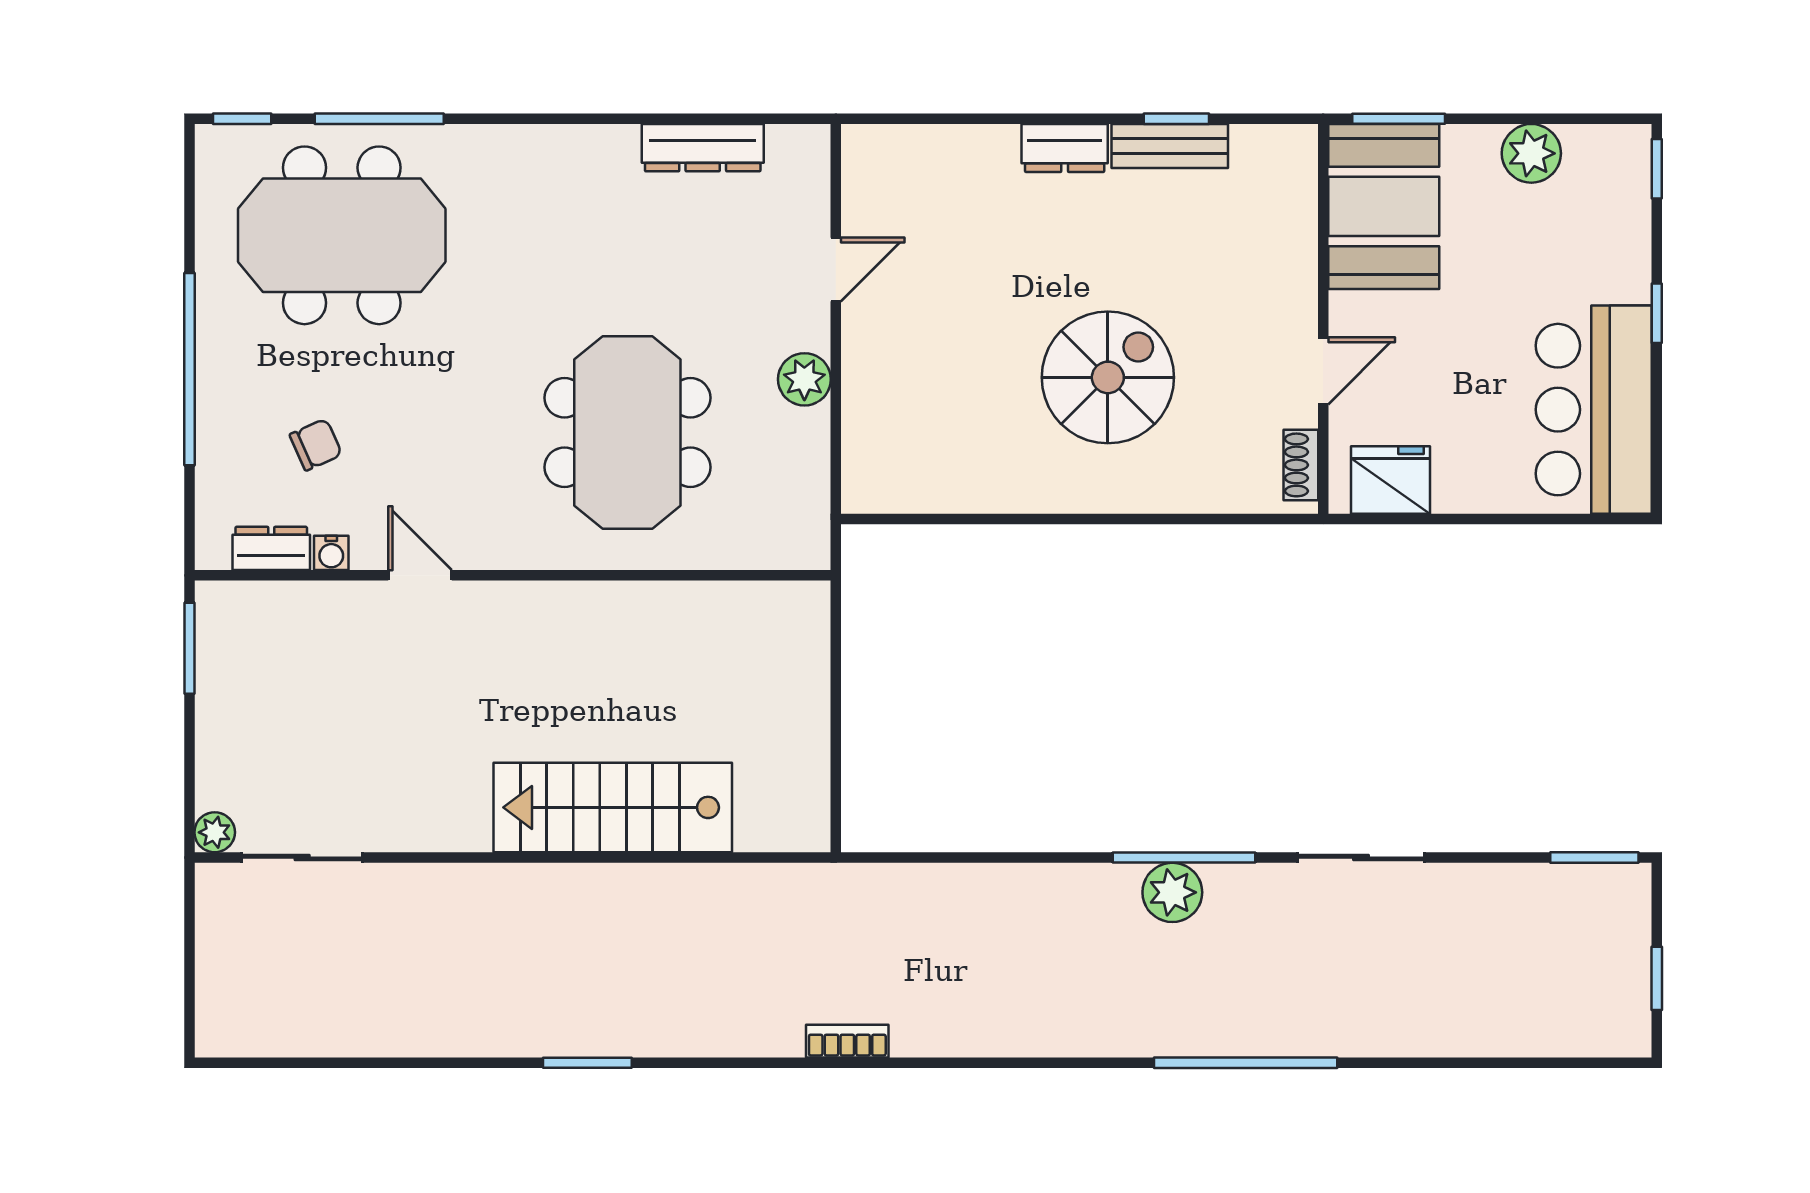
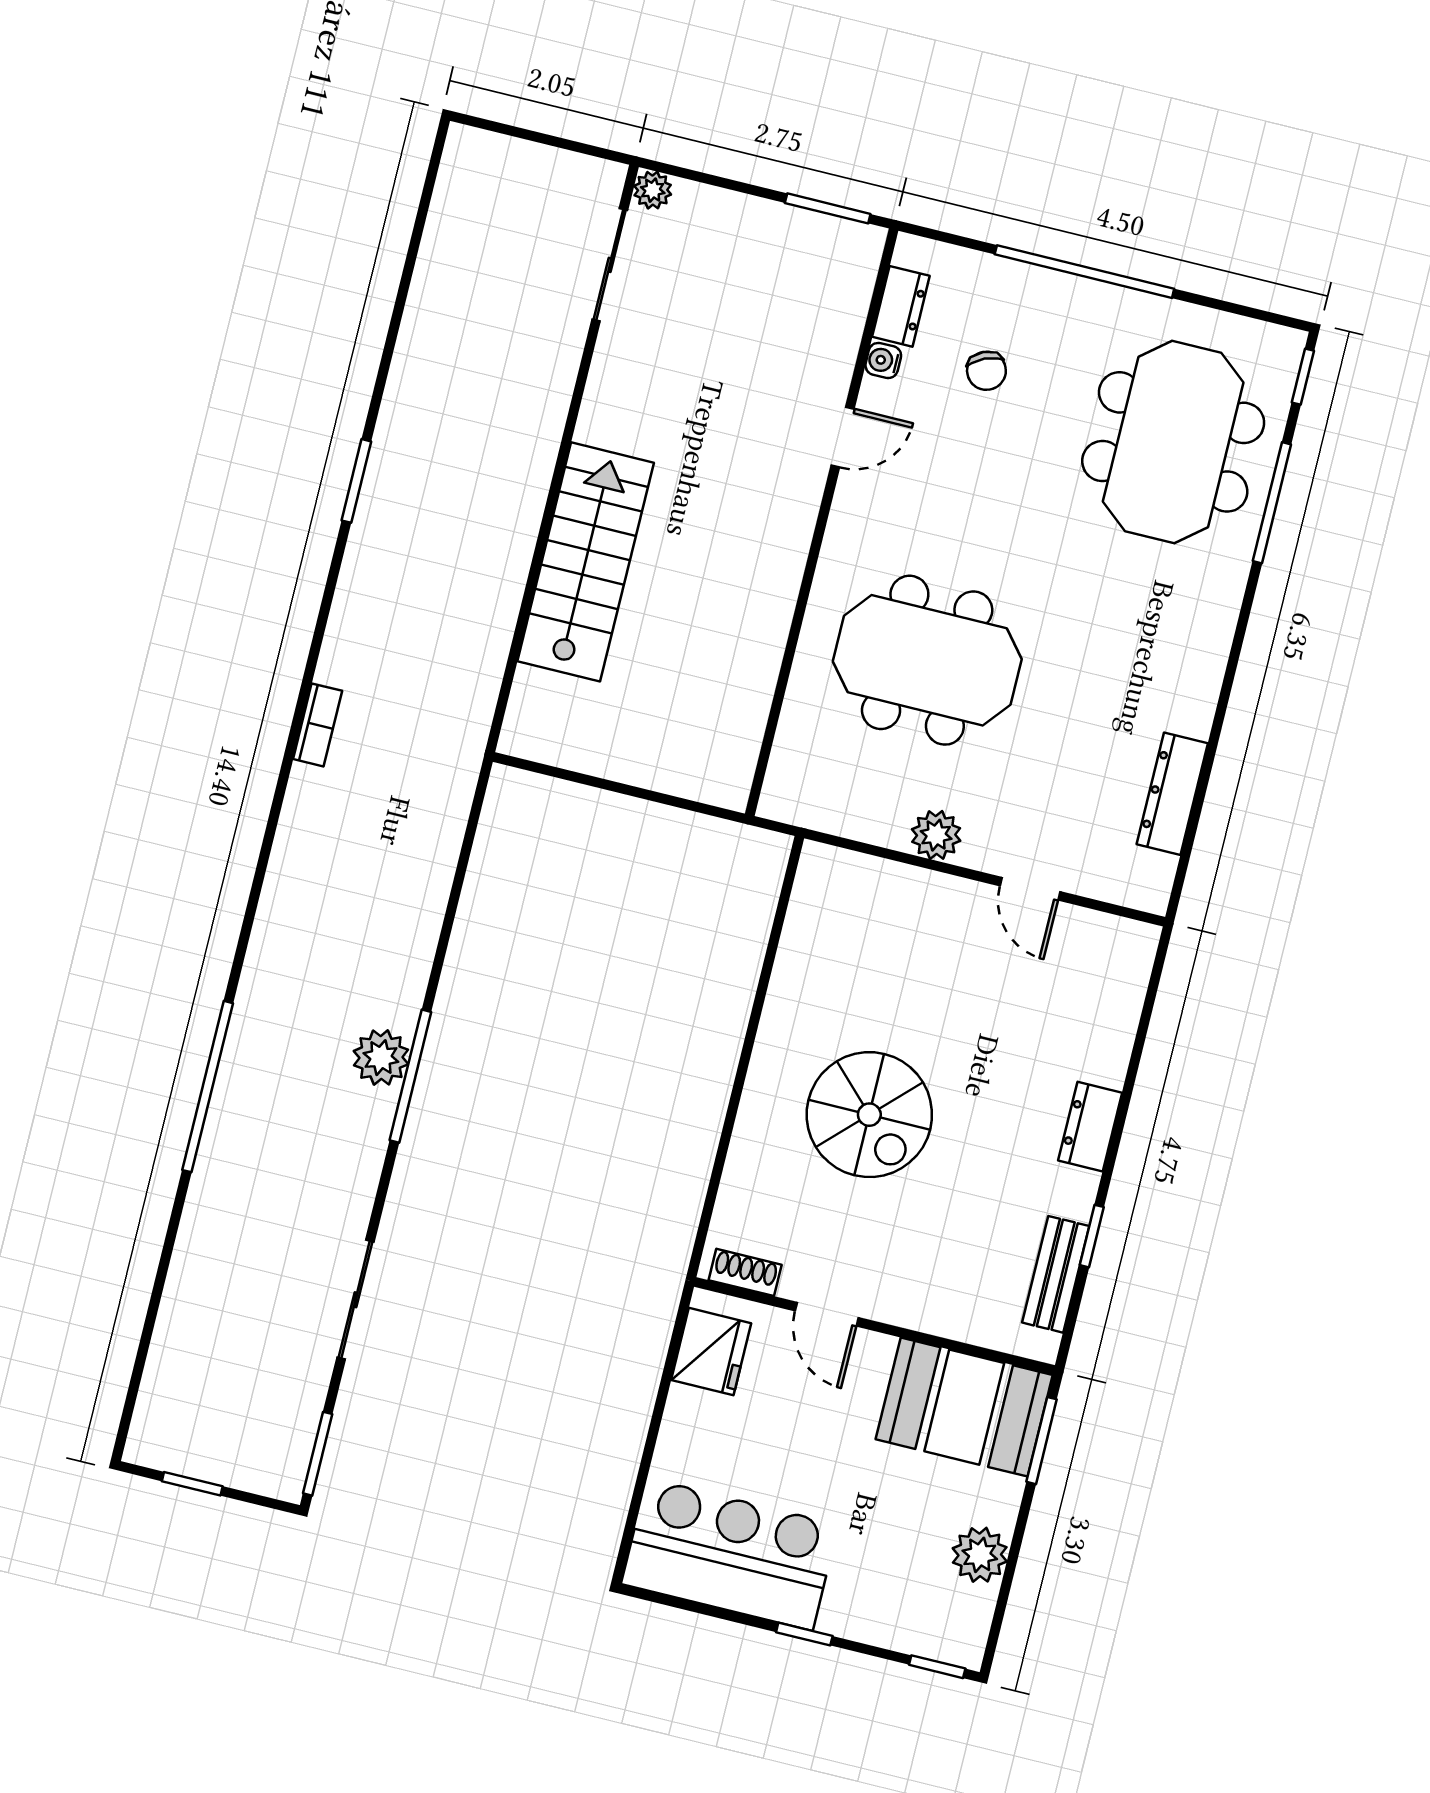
bench: (1170, 146) -> (1056, 1274), moved
sliding door: (1361, 858) -> (355, 1300), moved

